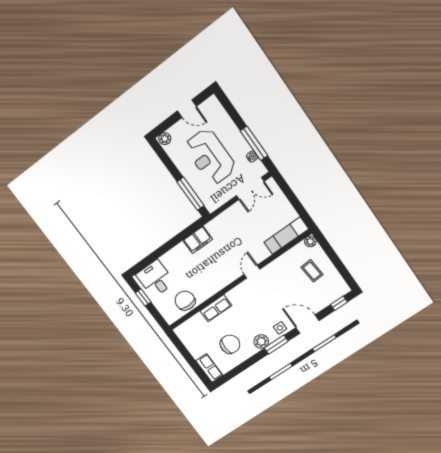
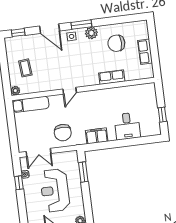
window: (254, 143) -> (19, 183), width x0.46
reception desk: (210, 157) -> (55, 190), turned 180
double door: (250, 189) -> (39, 153), swing flipped
window: (191, 194) -> (83, 172), width x0.69
desk: (155, 279) -> (127, 126), moved
chair: (185, 301) -> (63, 133), moved
row of seats: (209, 368) -> (145, 52), moved

